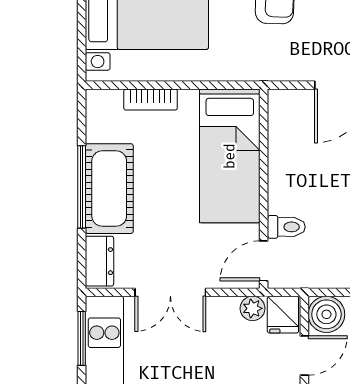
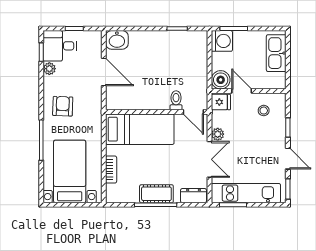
cot: (109, 189) -> (156, 194), width x0.73, depth x0.75
plant: (253, 308) -> (218, 134), moved

